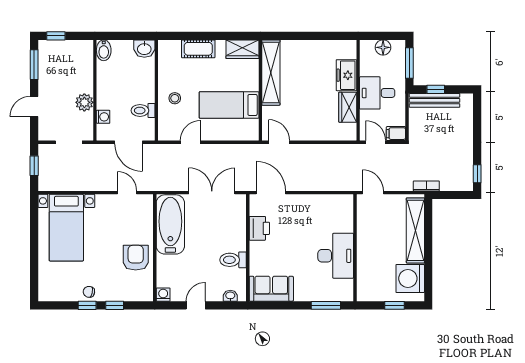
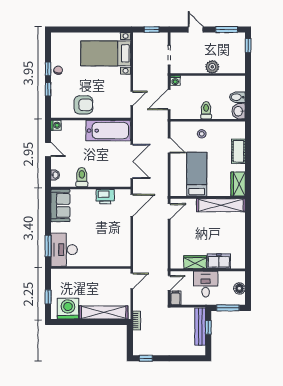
bidet: (104, 50) -> (237, 97), moved
plant: (84, 102) -> (212, 67), moved
toilet: (143, 110) -> (206, 110), moved
washing machine: (103, 117) -> (175, 81), moved
desk: (336, 256) -> (64, 250), moved, turned 90

